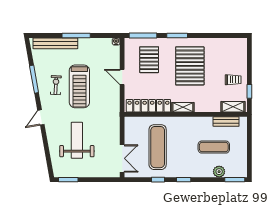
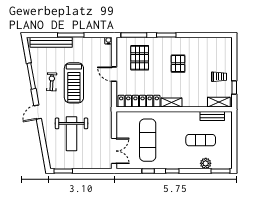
pallet: (190, 66) -> (178, 64), width x0.49, depth x0.50
weight bench: (77, 140) -> (71, 134), turned 180

